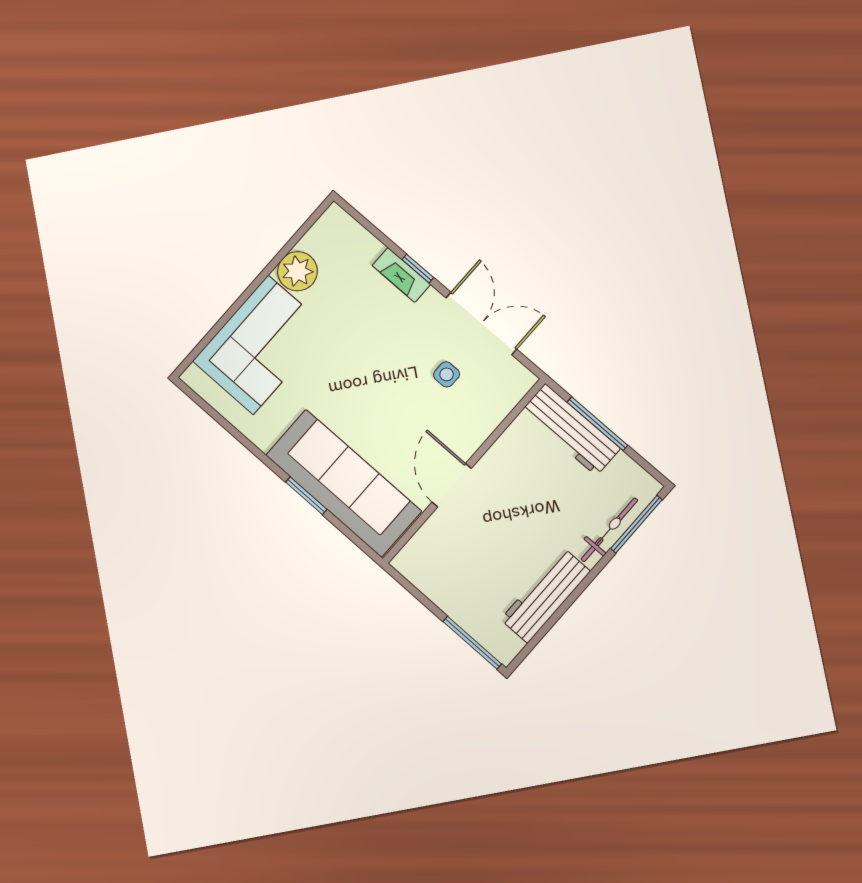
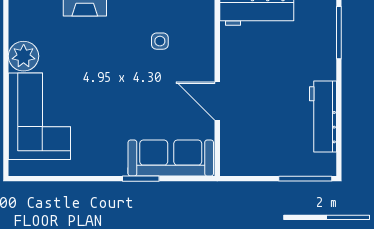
sofa: (343, 483) -> (171, 158), width x0.74, depth x0.79
bicycle: (609, 530) -> (327, 49), removed

